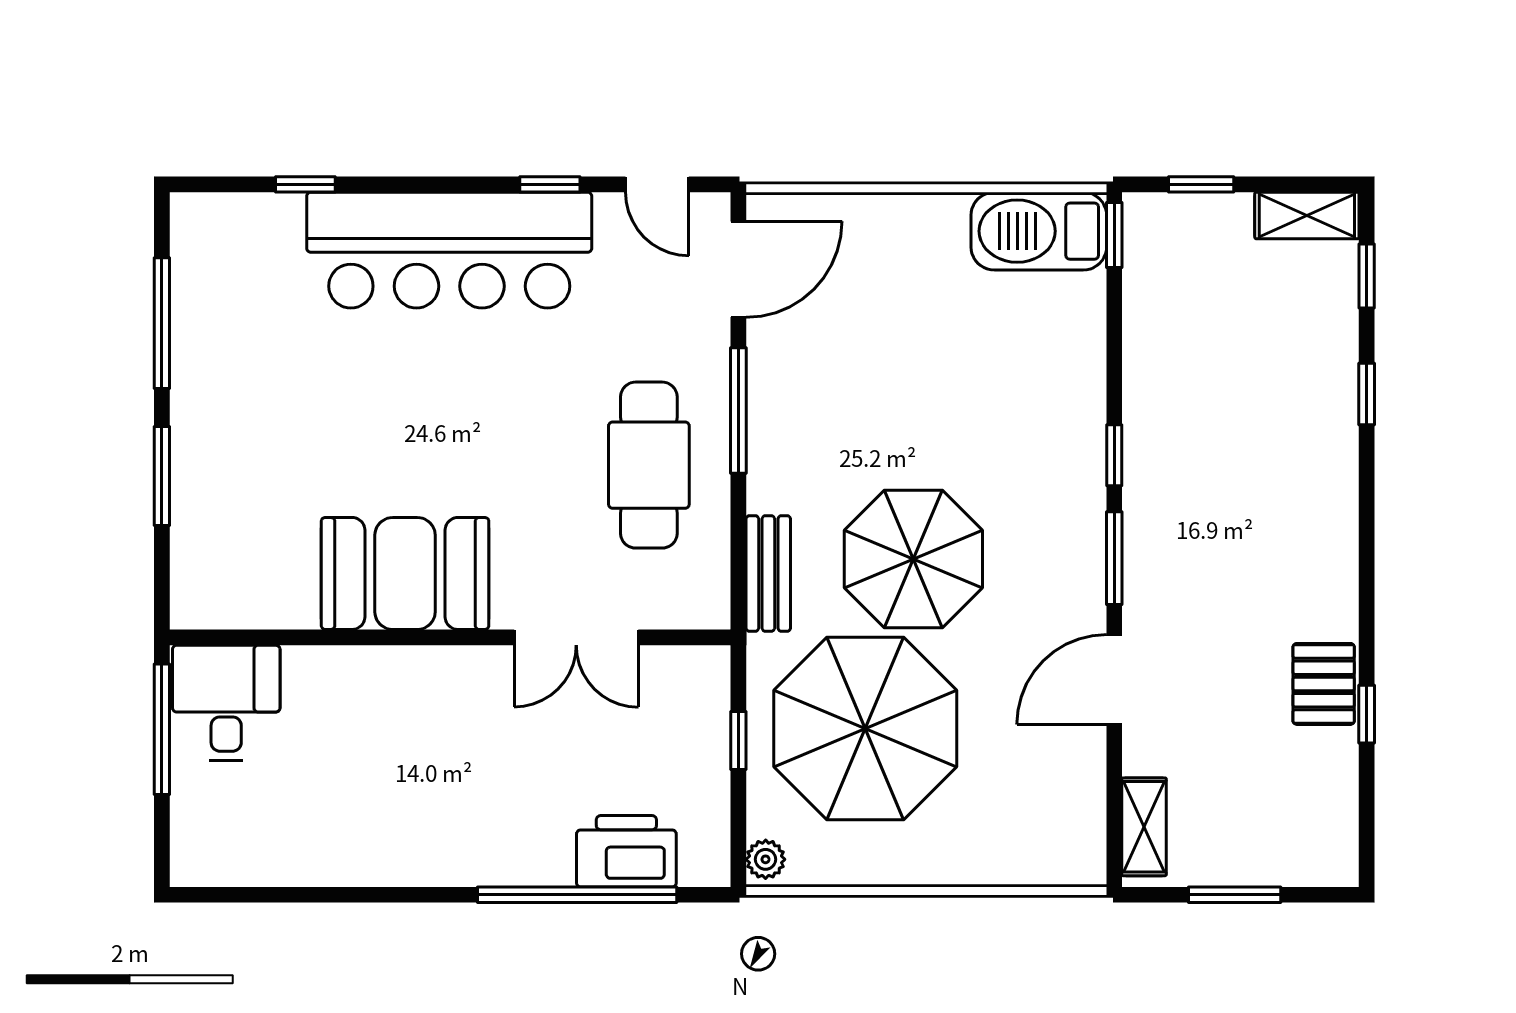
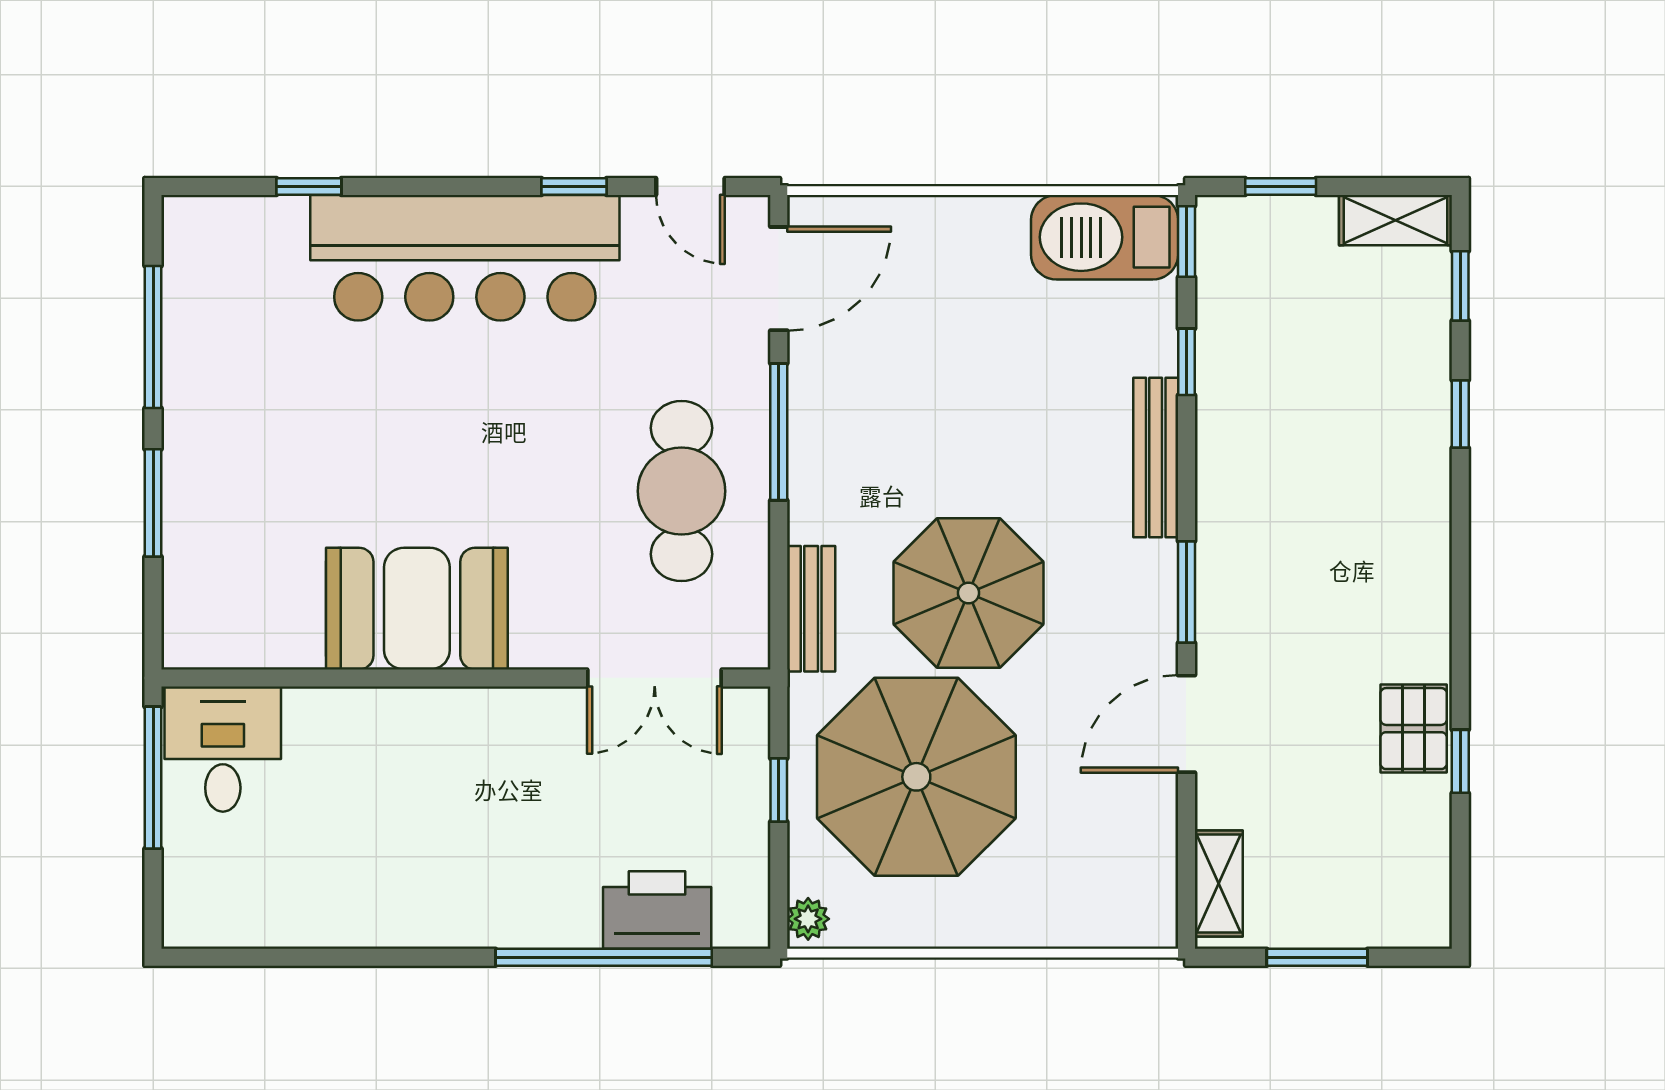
bench: (1086, 434) -> (1156, 457), added
window: (1114, 455) -> (1186, 362), moved
double door: (576, 637) -> (655, 678), moved

